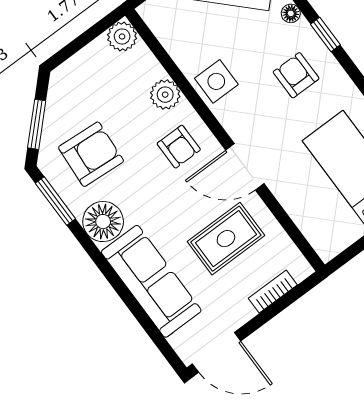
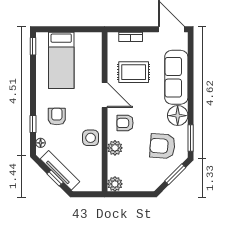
armchair: (296, 75) -> (57, 116), turned 180
armchair: (179, 147) -> (125, 123), turned -90

